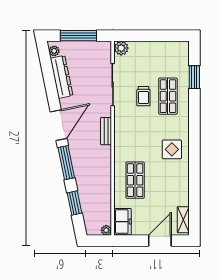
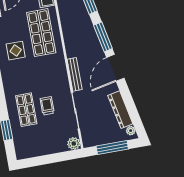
bench: (106, 131) -> (75, 74), width x1.36
display table: (172, 149) -> (16, 51), moved
shop shelf: (135, 180) -> (41, 33), width x1.43, depth x1.36

